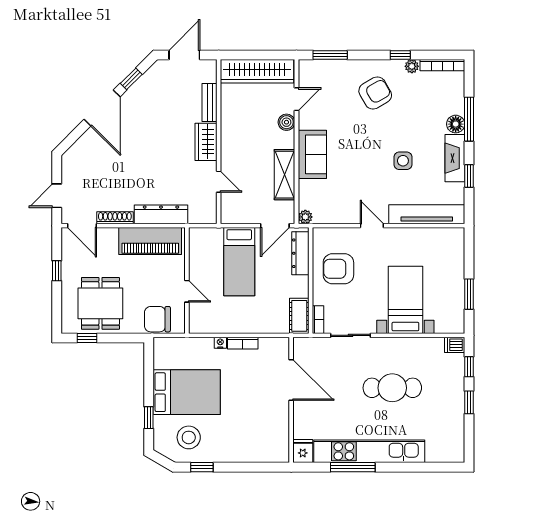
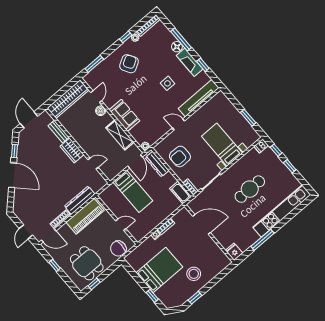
stool: (189, 437) -> (194, 274), moved
kitchen unit: (369, 451) -> (282, 211), moved

